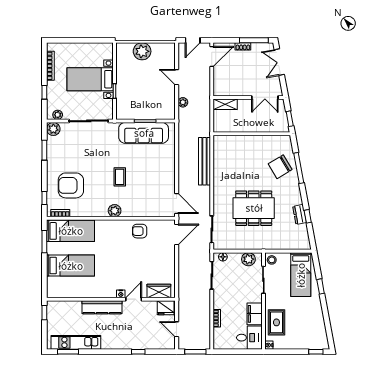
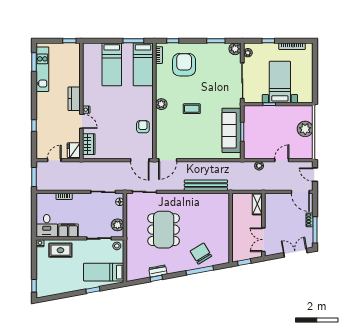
kitchen counter: (102, 307) -> (74, 99), width x0.67

